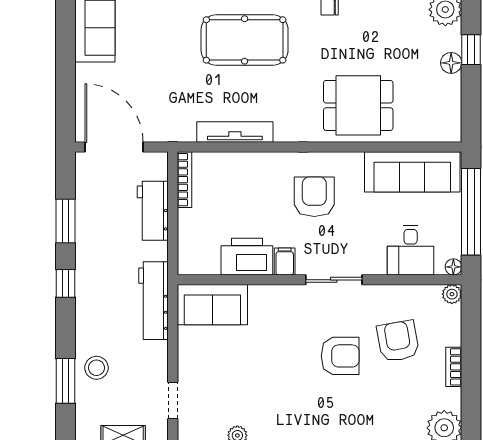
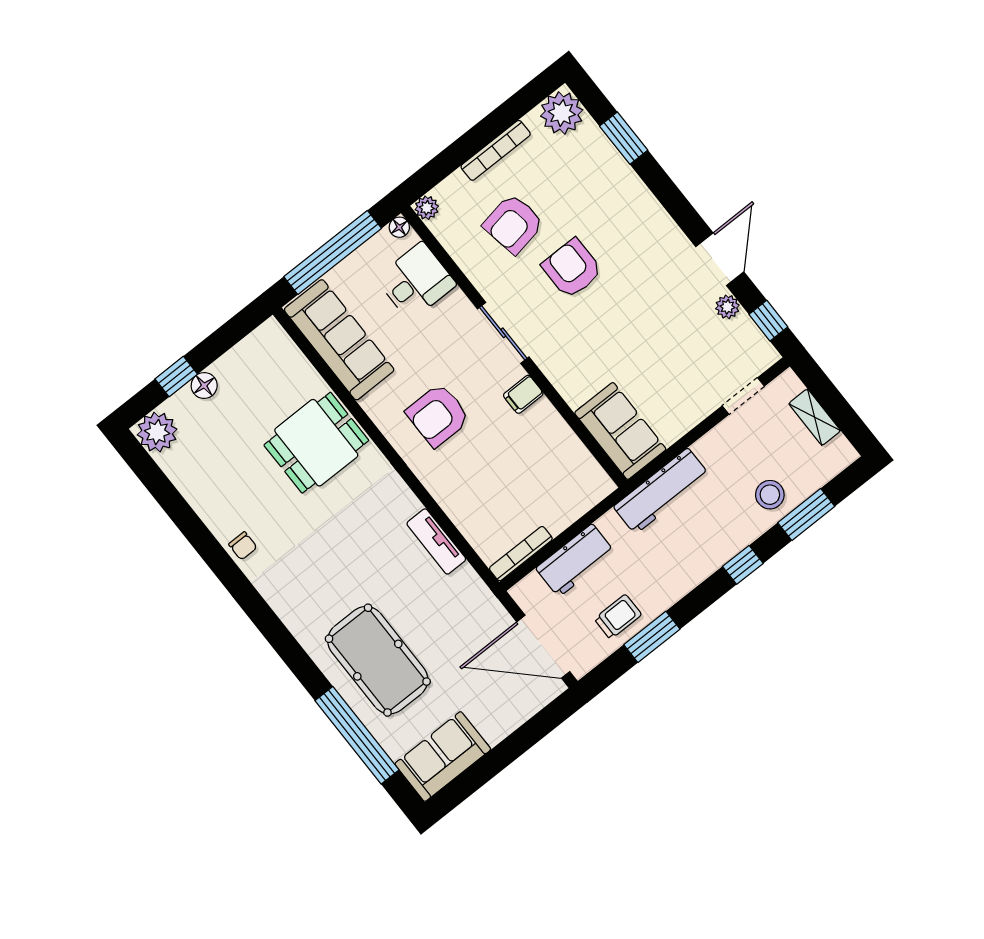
pool table: (245, 40) -> (378, 660), moved
dining table: (358, 105) -> (316, 443), turned 90
tv unit: (235, 132) -> (436, 541), width x0.71
door: (114, 147) -> (543, 647), hinge flipped
trolley: (95, 210) -> (618, 617), added
printer: (247, 257) -> (547, 434), removed
window: (65, 283) -> (743, 565), moved
bookcase: (454, 367) -> (496, 150), width x1.56

